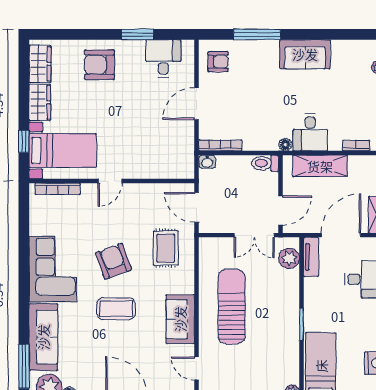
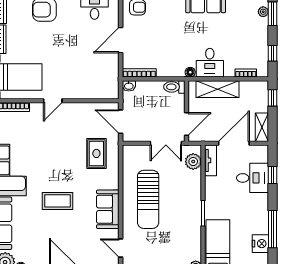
armchair: (114, 261) -> (55, 164), removed
sun lounger: (232, 307) -> (148, 199), turned 180

